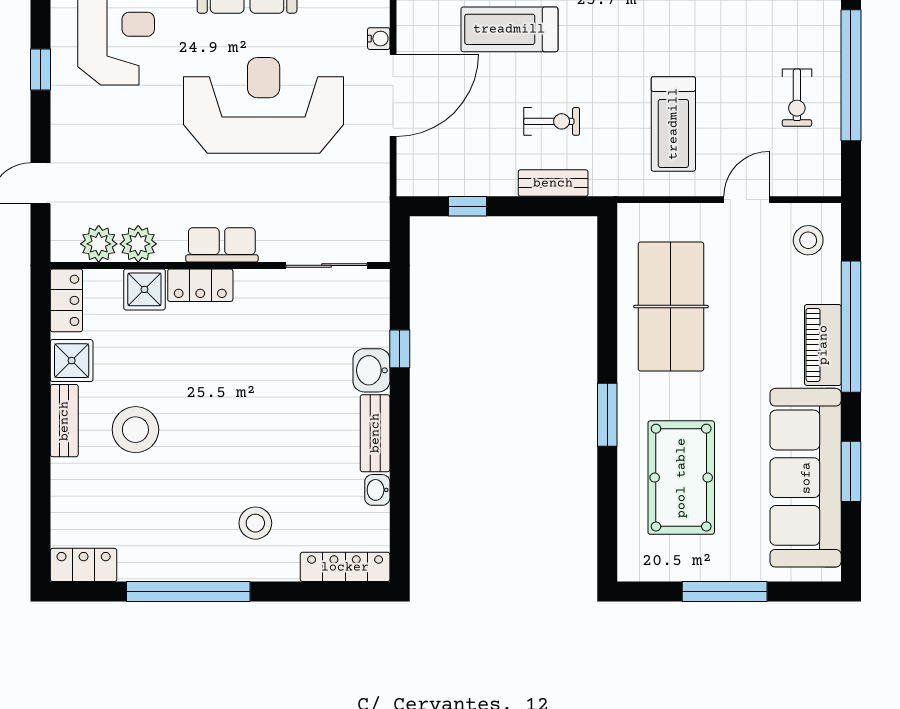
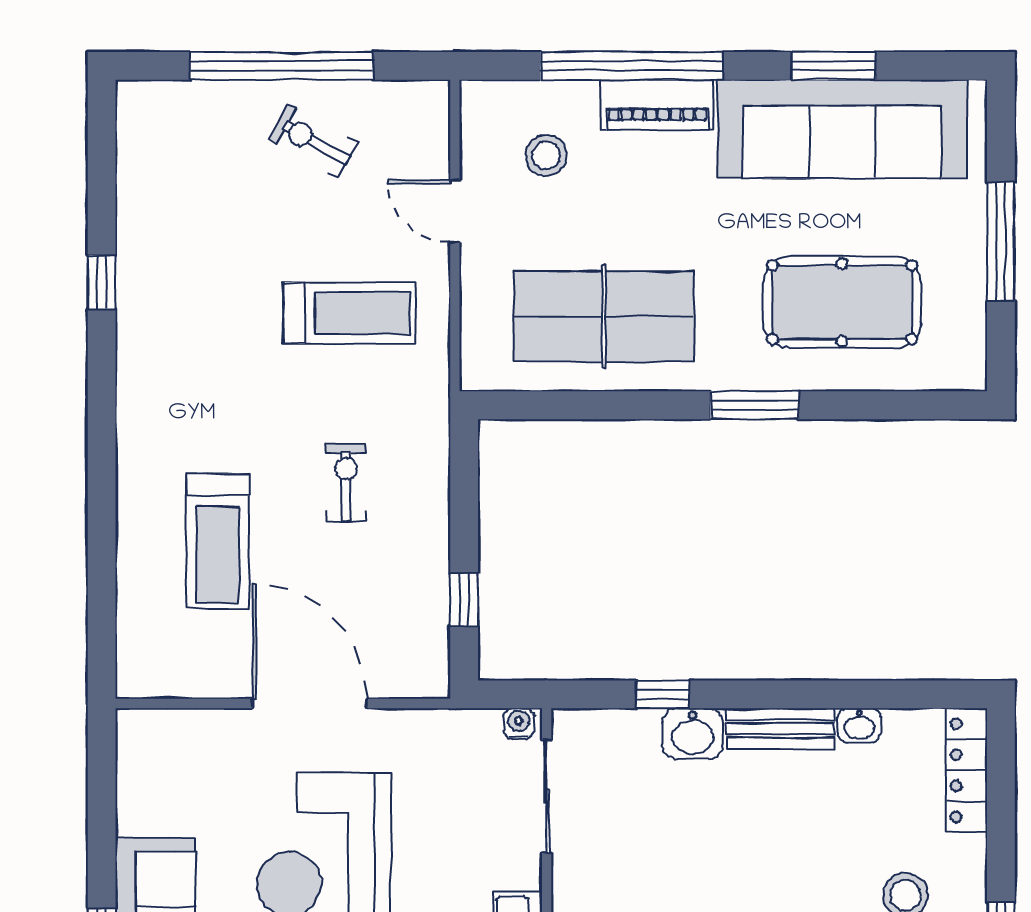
water cooler: (379, 39) -> (519, 723), moved
exercise bike: (797, 98) -> (313, 141), turned -151
bench: (553, 183) -> (432, 481), removed
stool: (808, 240) -> (546, 155), moved

